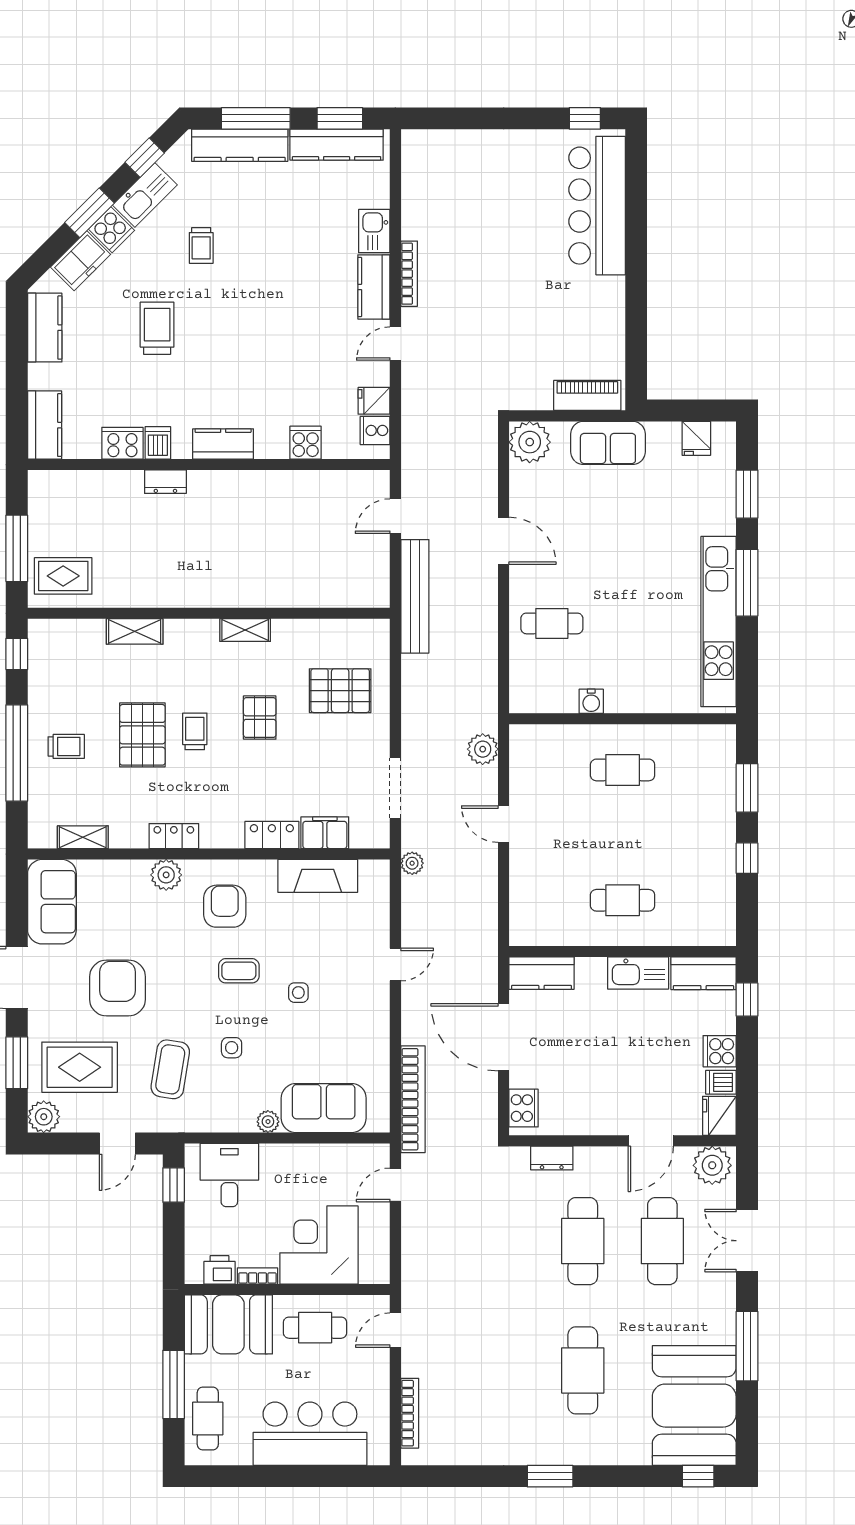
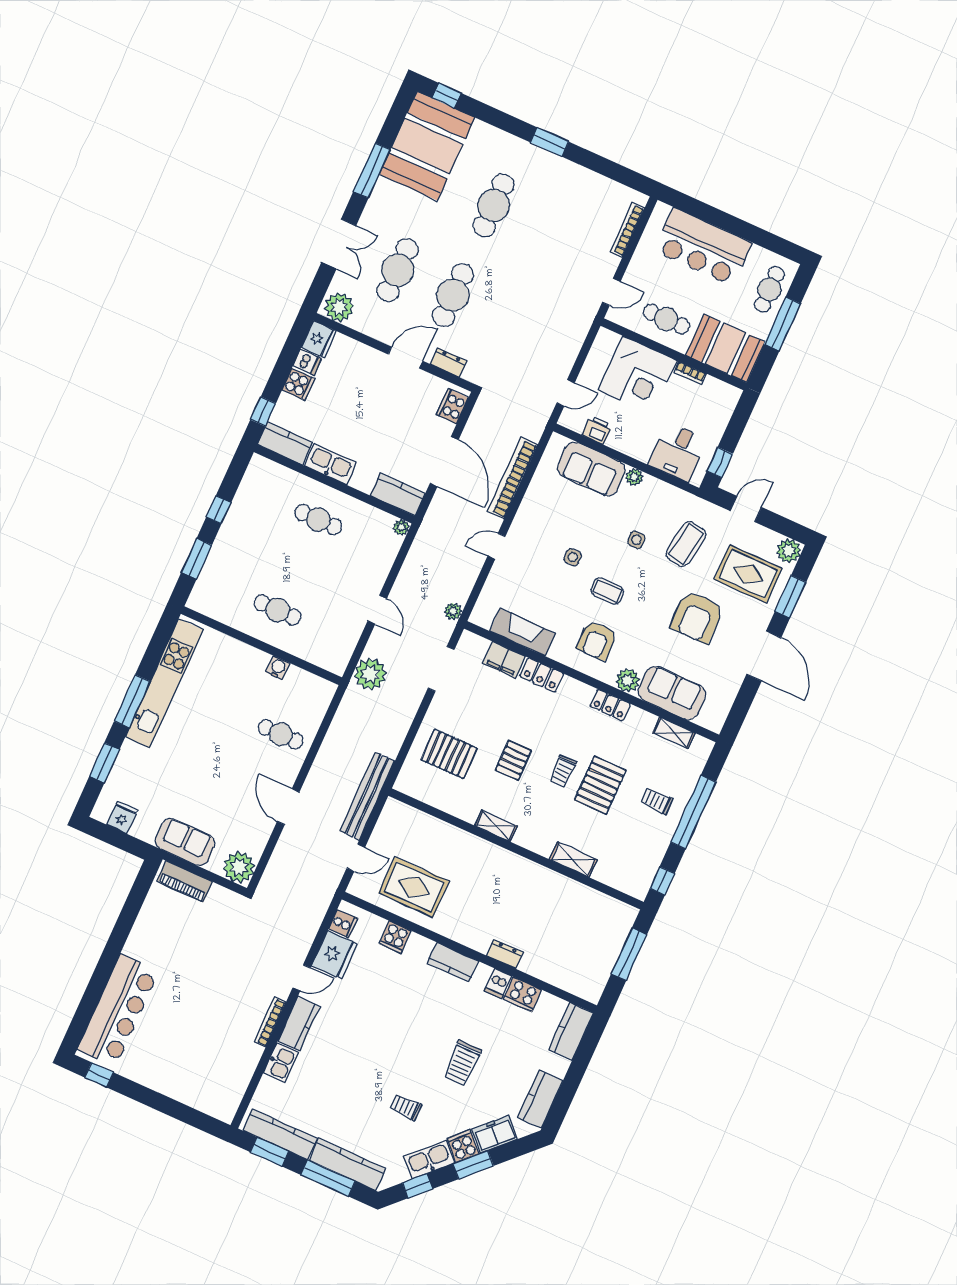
trolley: (201, 245) -> (406, 1107), turned -90
fridge: (374, 401) -> (334, 955), width x1.88, depth x1.34
rug: (63, 576) -> (414, 887), moved, width x1.36, depth x1.43
plant: (483, 749) -> (370, 674), width x1.36, depth x1.36
sofa: (52, 902) -> (672, 693), moved, turned 90
plant: (519, 936) -> (401, 527), added
bookcase: (413, 1099) -> (513, 478), moved
door: (651, 1141) -> (405, 358), moved
printer: (220, 1270) -> (597, 430), moved, turned 180

